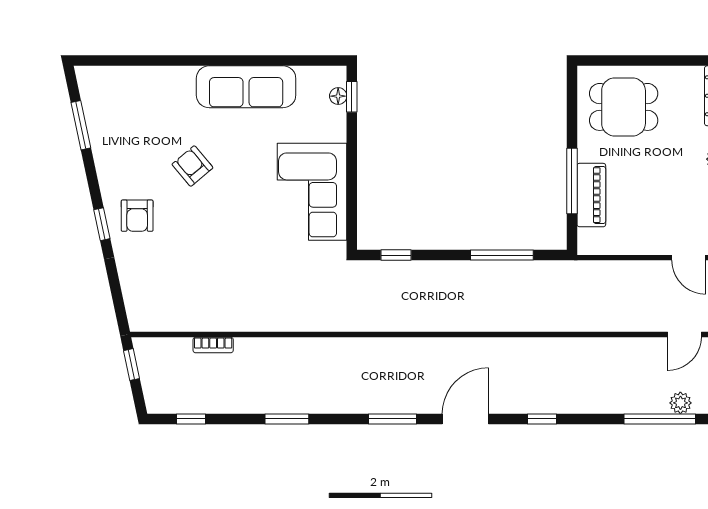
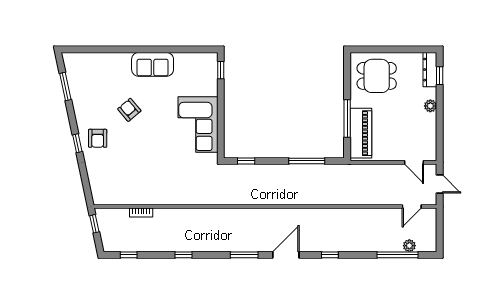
sofa: (246, 87) -> (153, 64), width x0.73
floor lamp: (338, 96) -> (213, 70), removed
piano: (591, 195) -> (361, 133), width x1.37, depth x1.33
window: (287, 419) -> (184, 255), width x0.67

